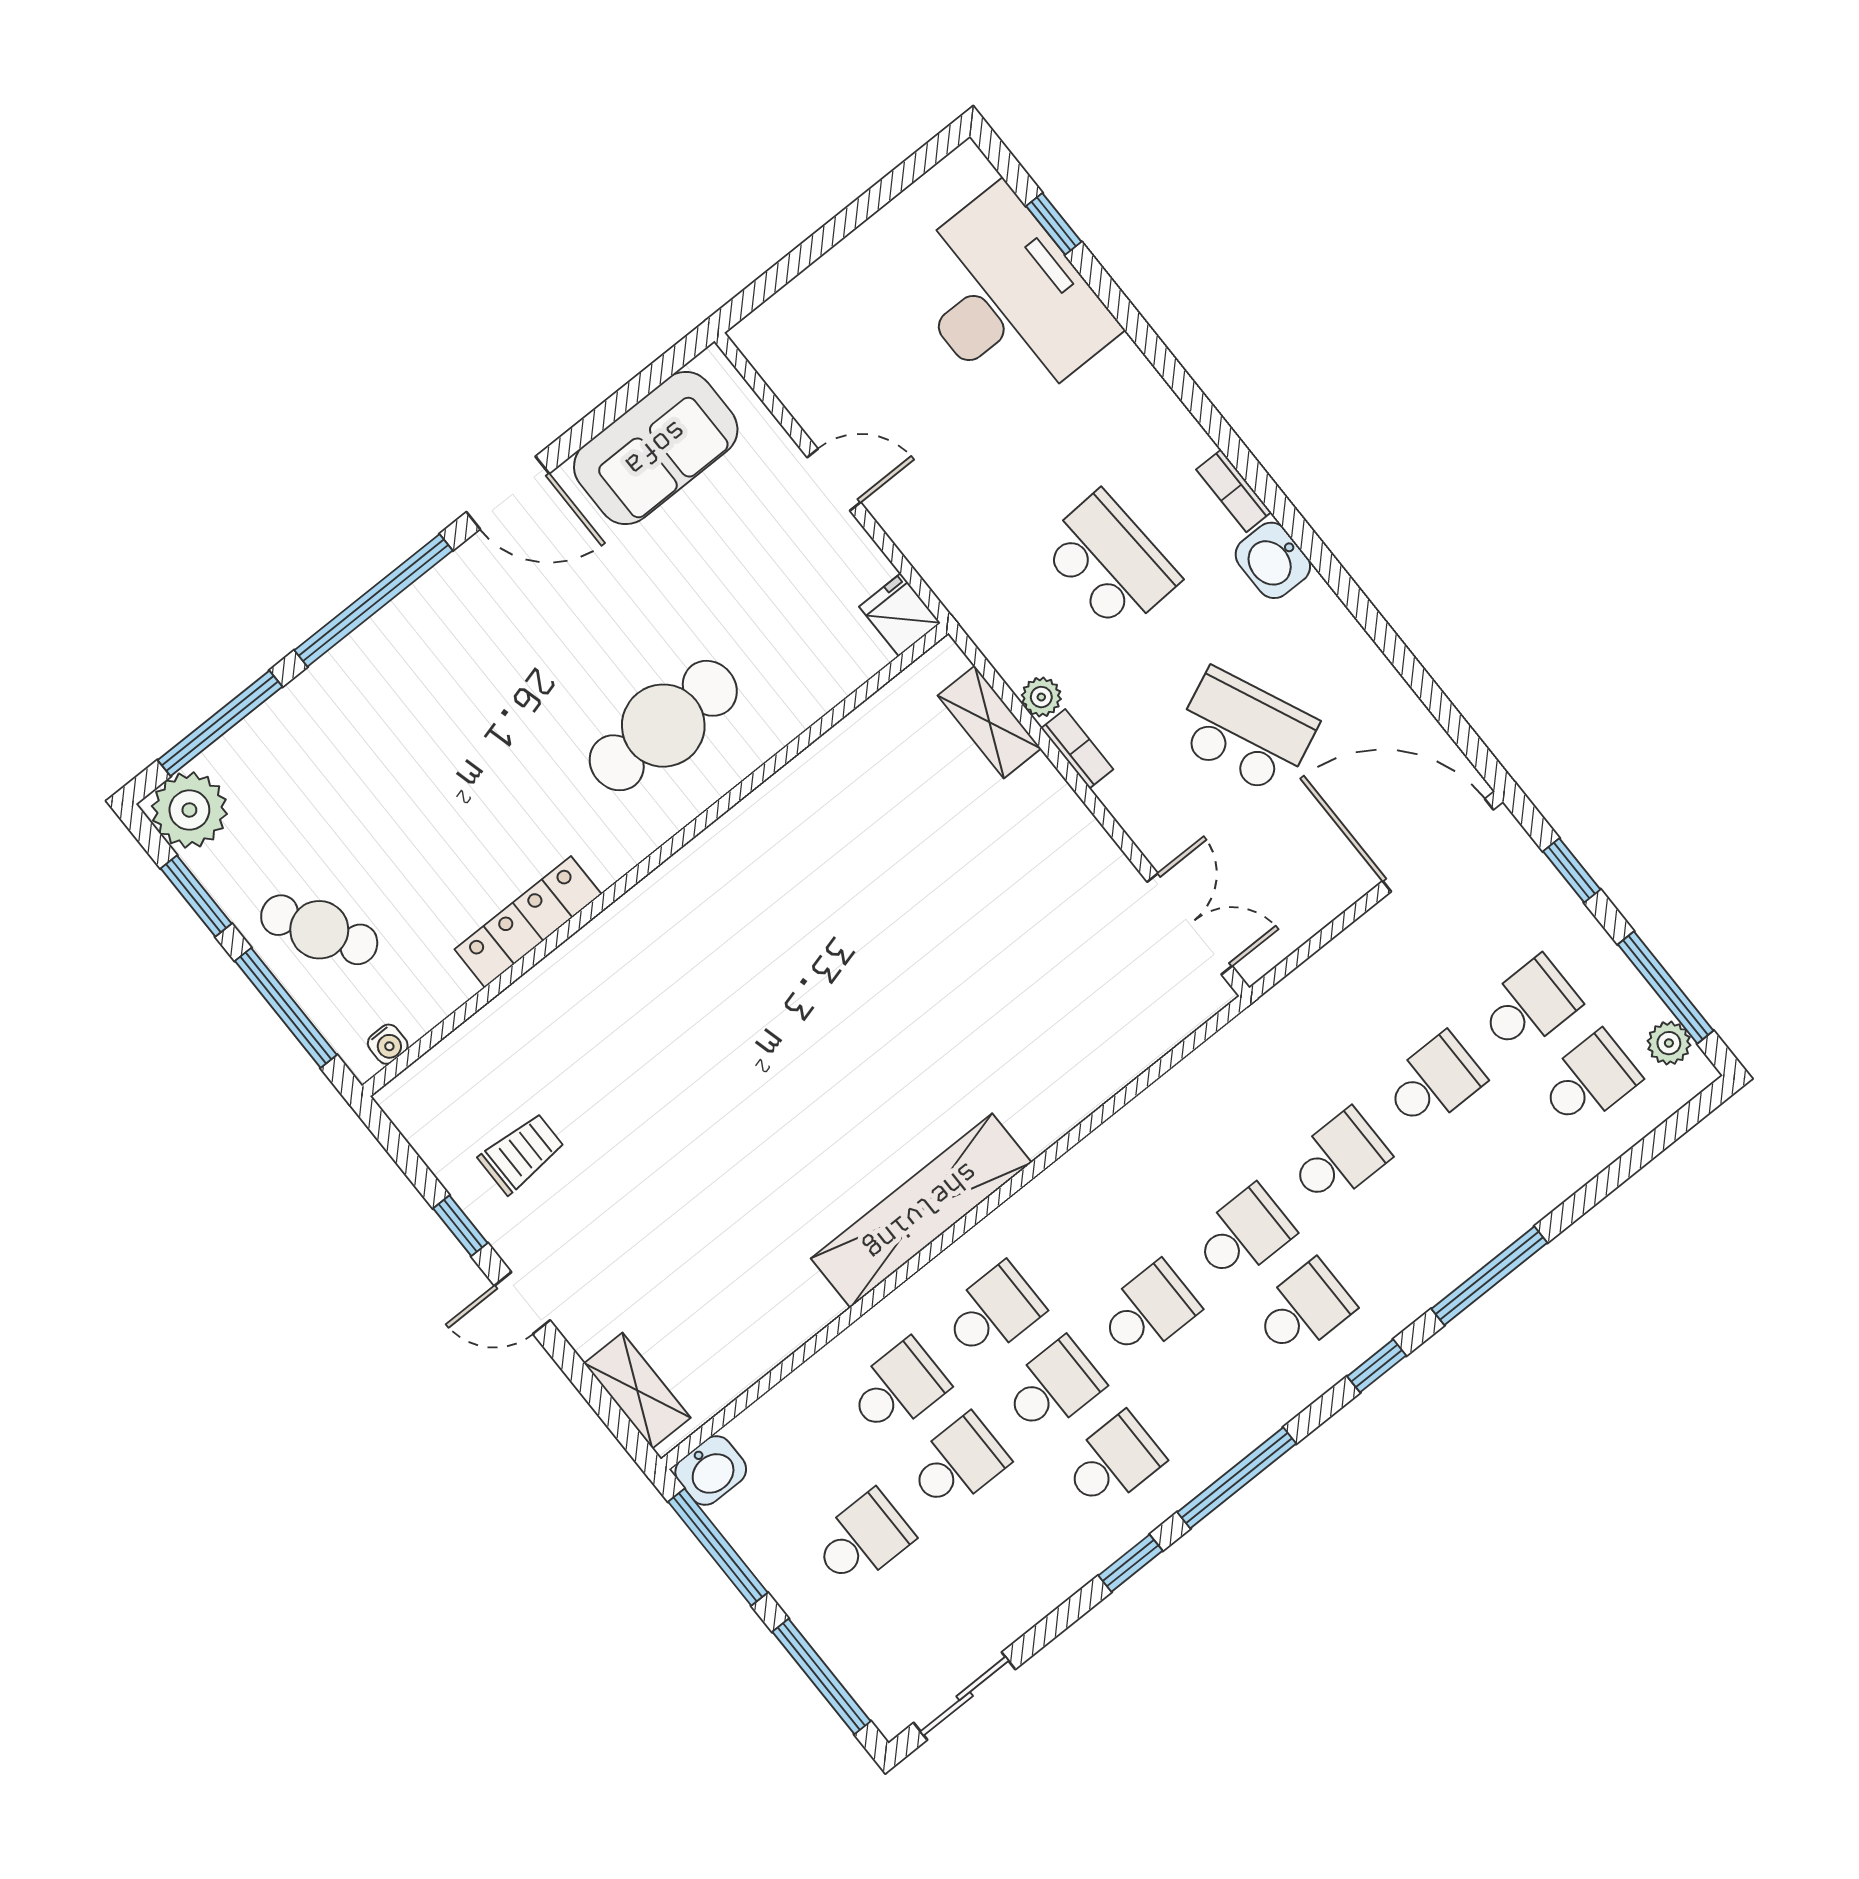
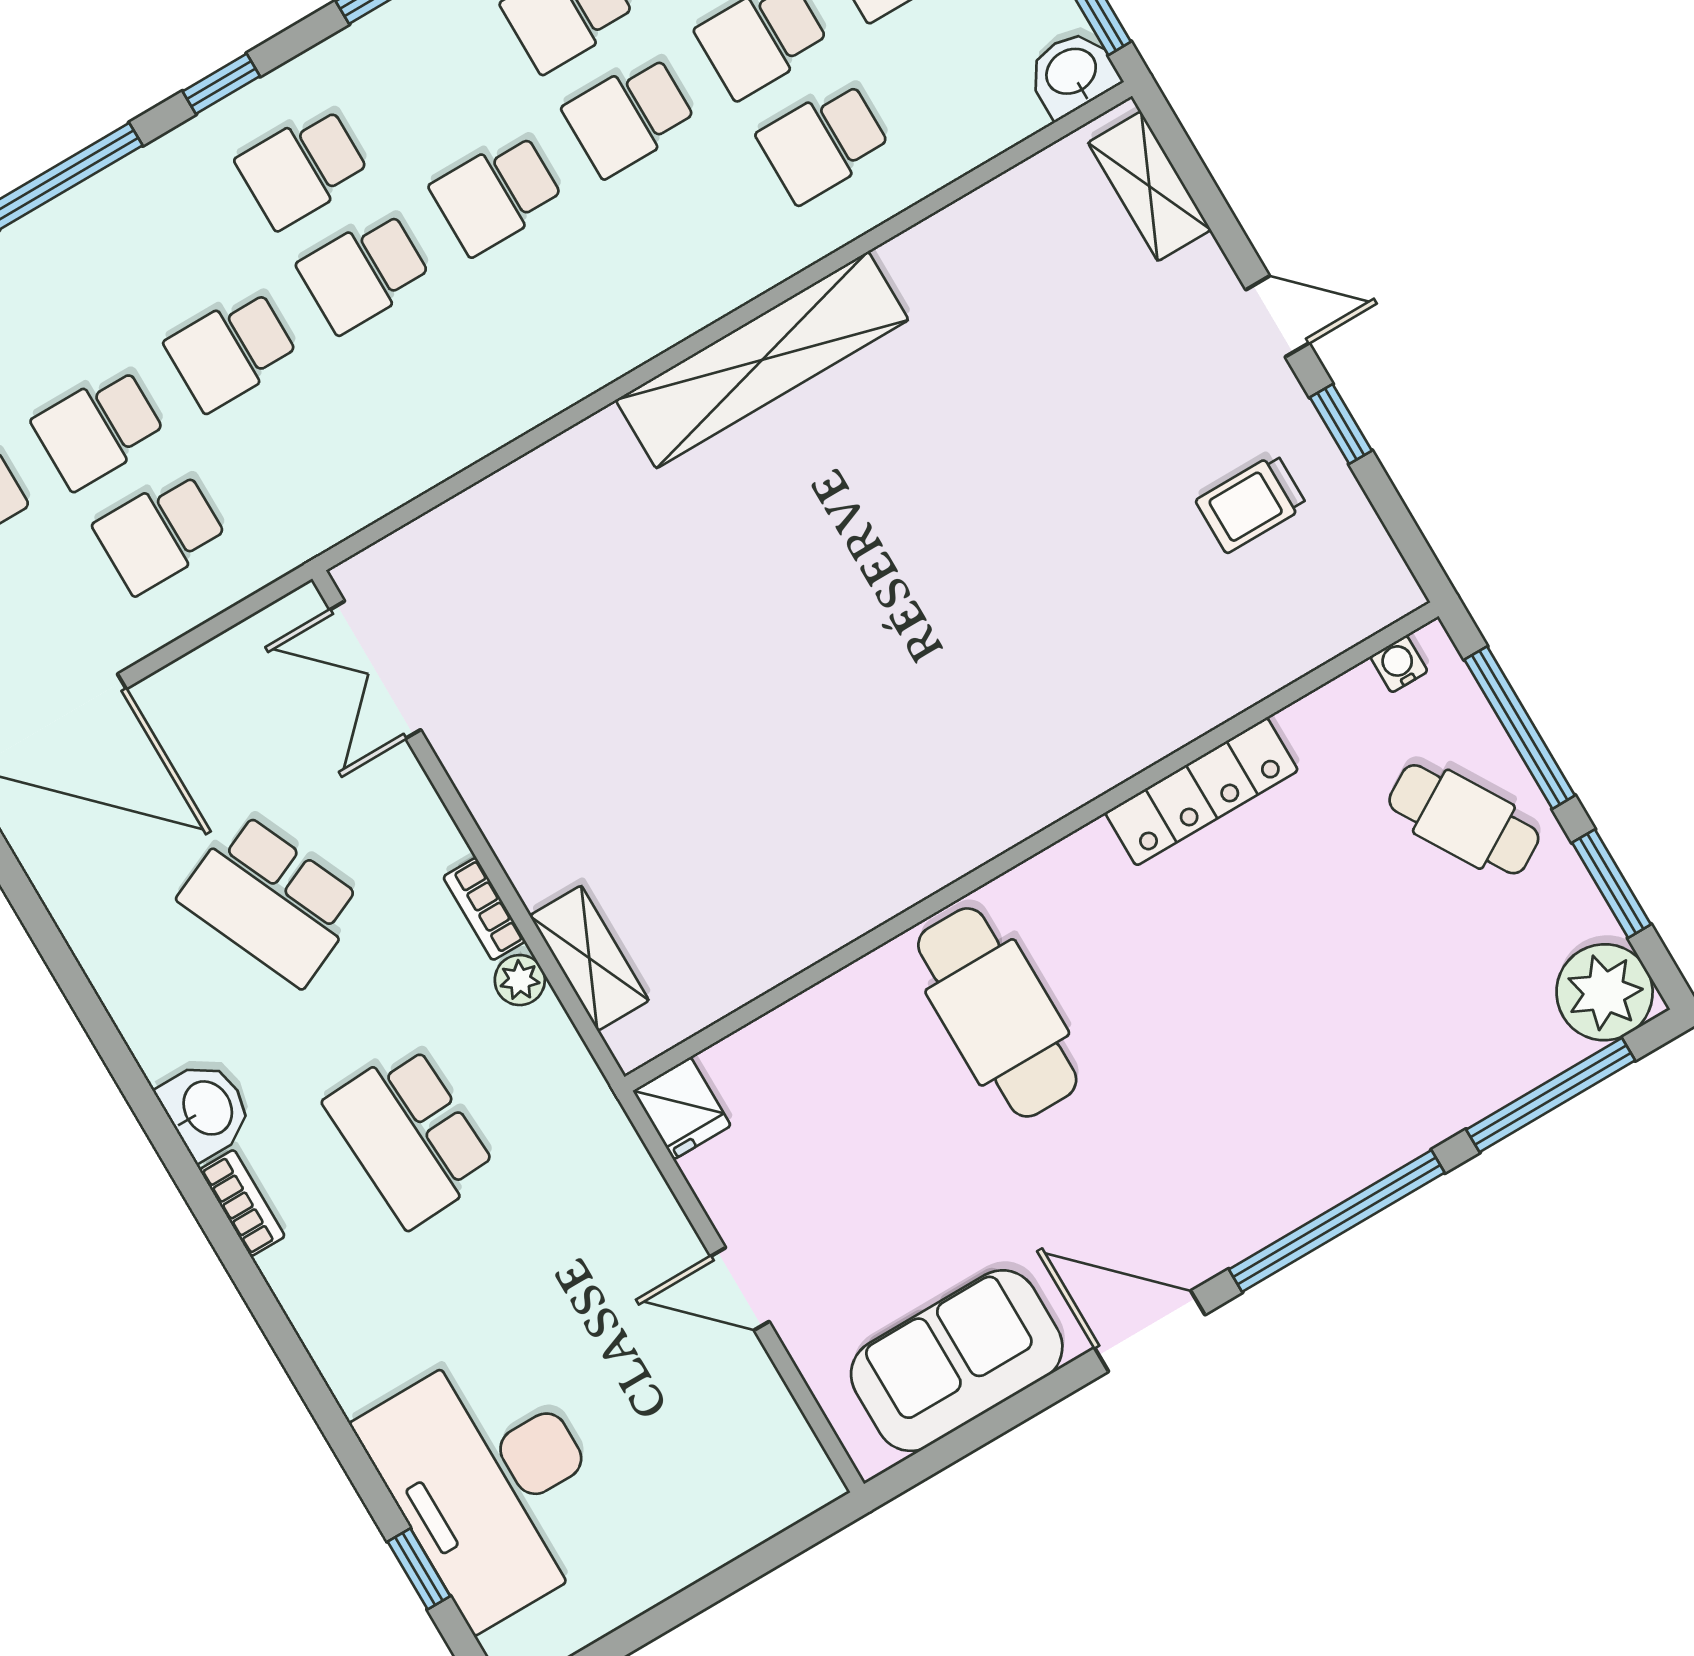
cafe table: (663, 726) -> (997, 1012), turned 90
school desk: (993, 1312) -> (160, 533), moved

